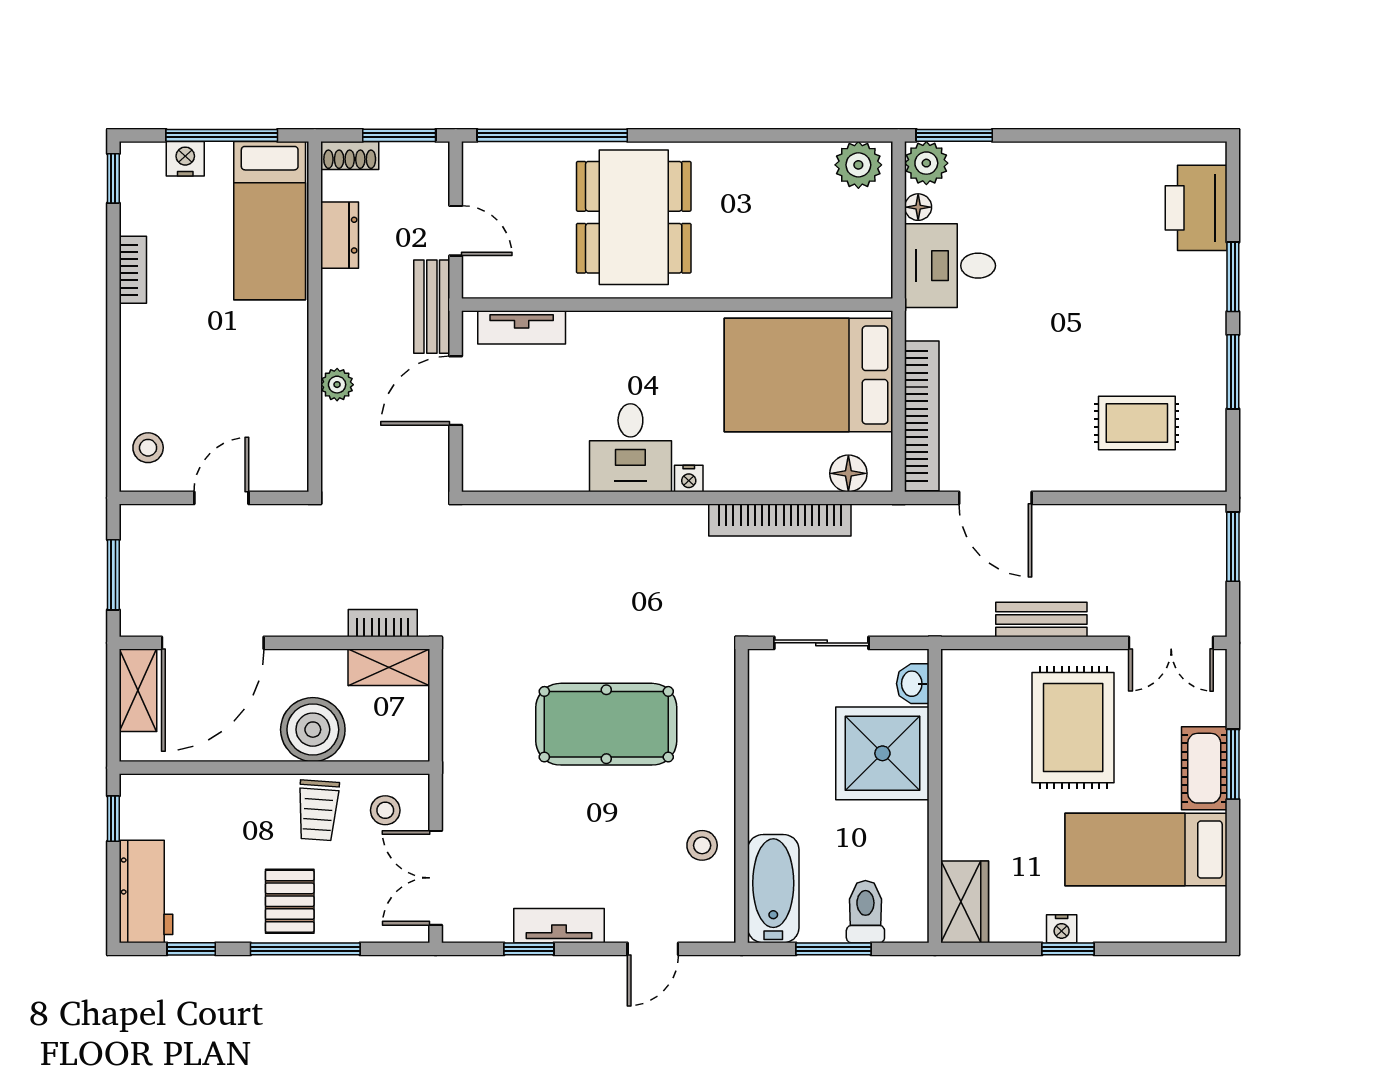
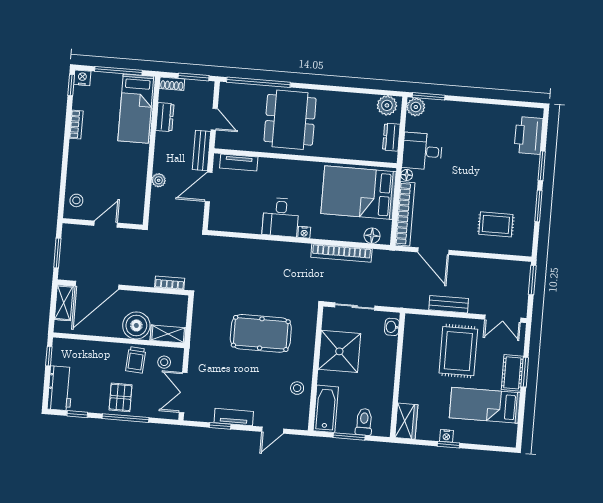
nightstand: (185, 159) -> (82, 78), moved
floor lamp: (918, 207) -> (407, 175), moved
dresser: (875, 239) -> (391, 137), added
shelving: (389, 667) -> (168, 334), moved
shower: (882, 753) -> (339, 351), moved

